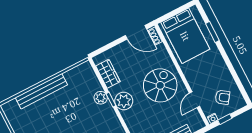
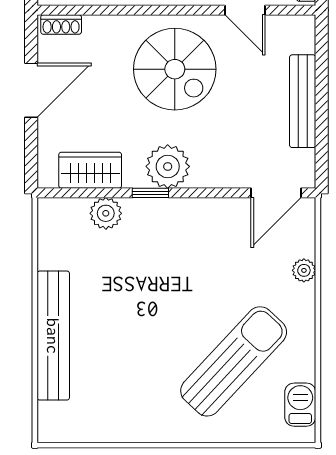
door: (136, 32) -> (31, 90), moved
spiral stairs: (160, 85) -> (175, 69), turned 180
plant: (101, 98) -> (106, 213), moved

